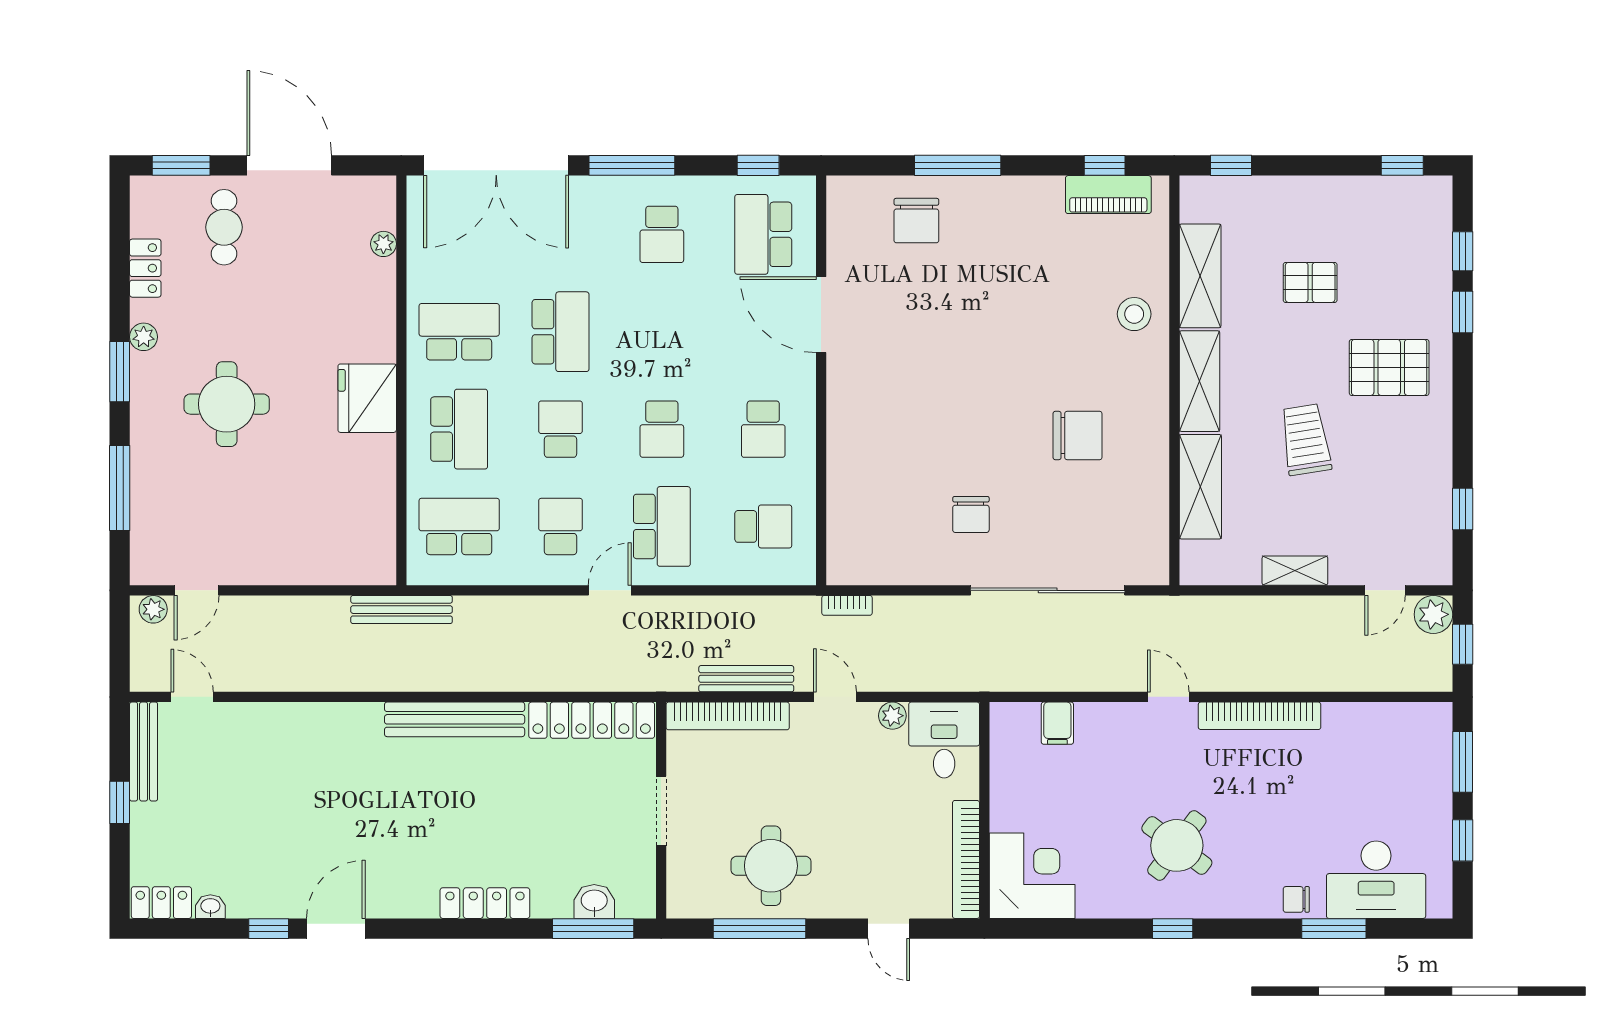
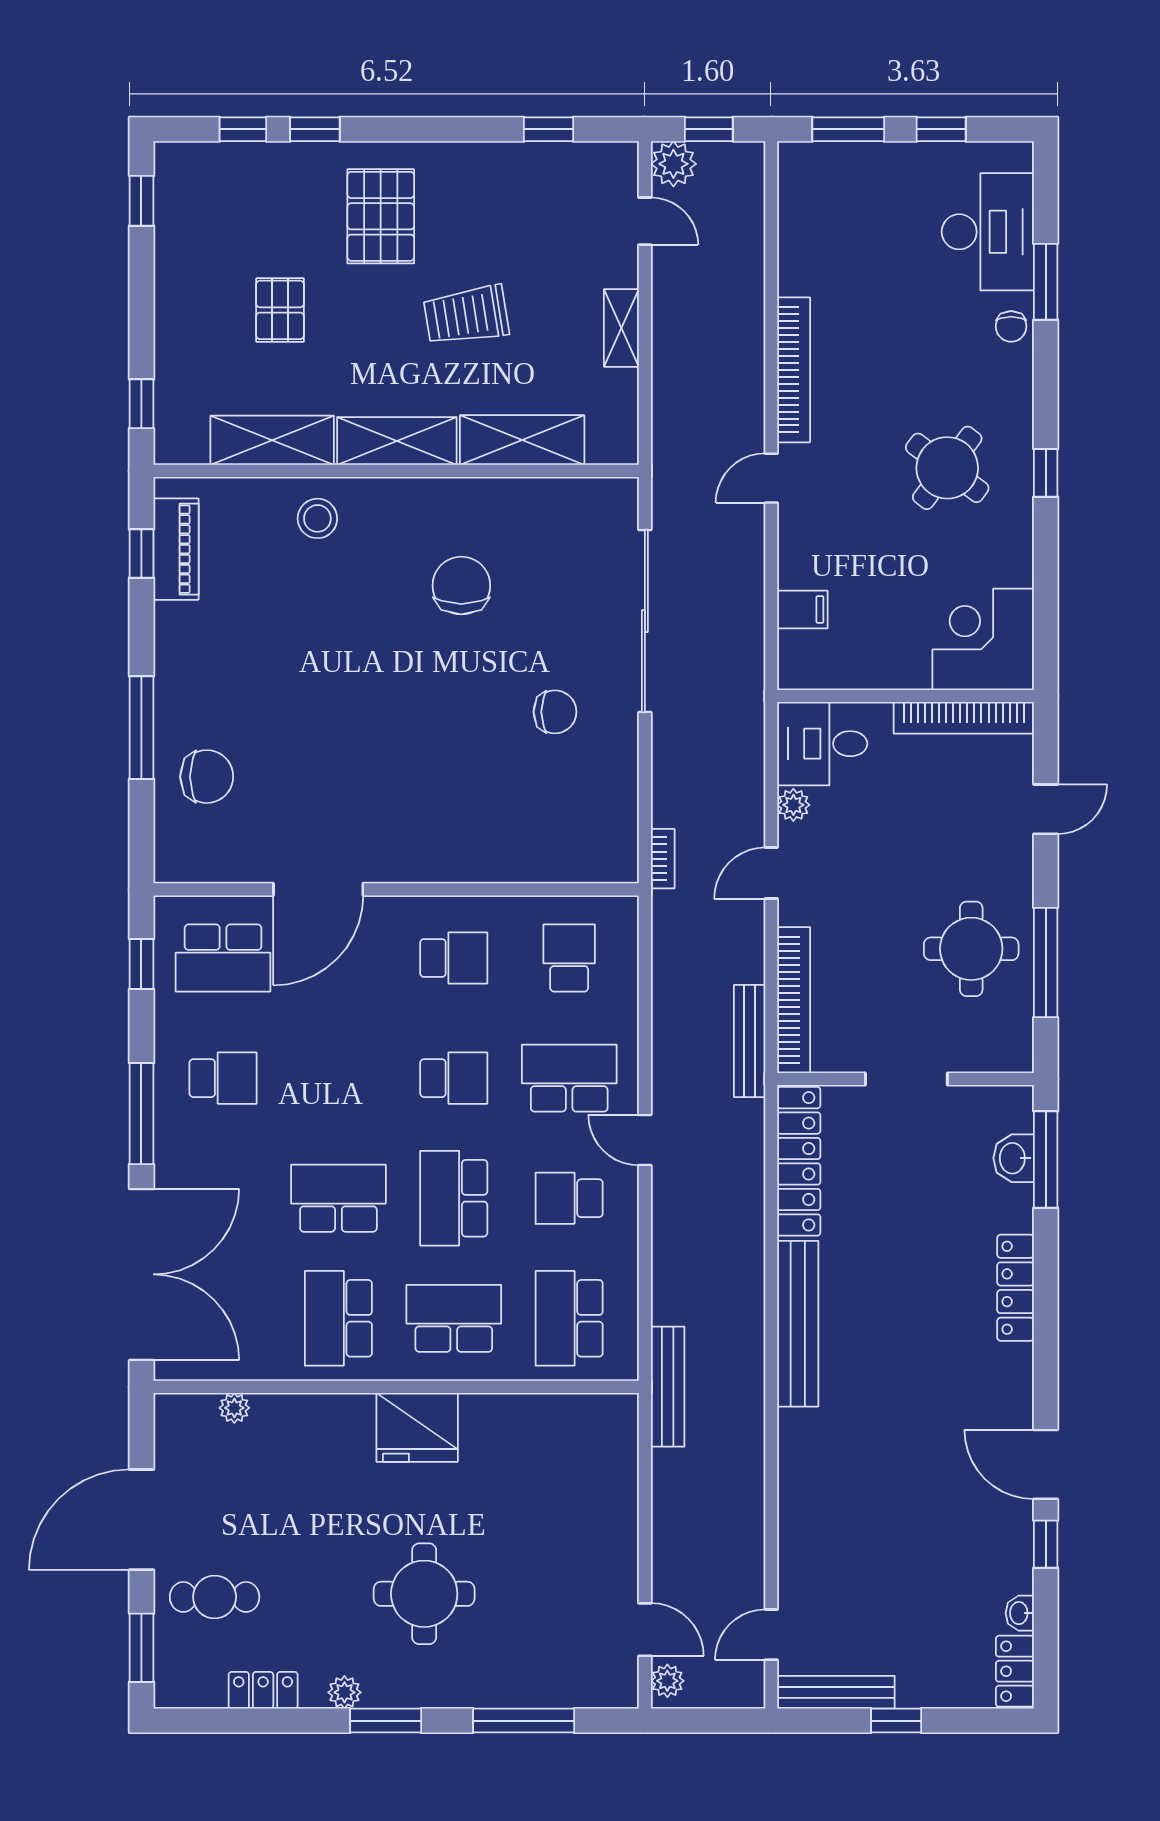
school desk: (561, 429) -> (454, 1198), width x1.85
bench: (746, 679) -> (750, 1041), moved

